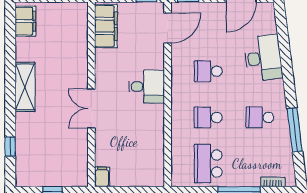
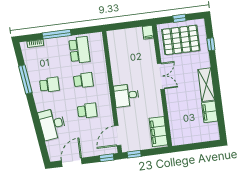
filing cabinet: (25, 21) -> (210, 112), moved
pallet: (54, 159) -> (181, 40), added

